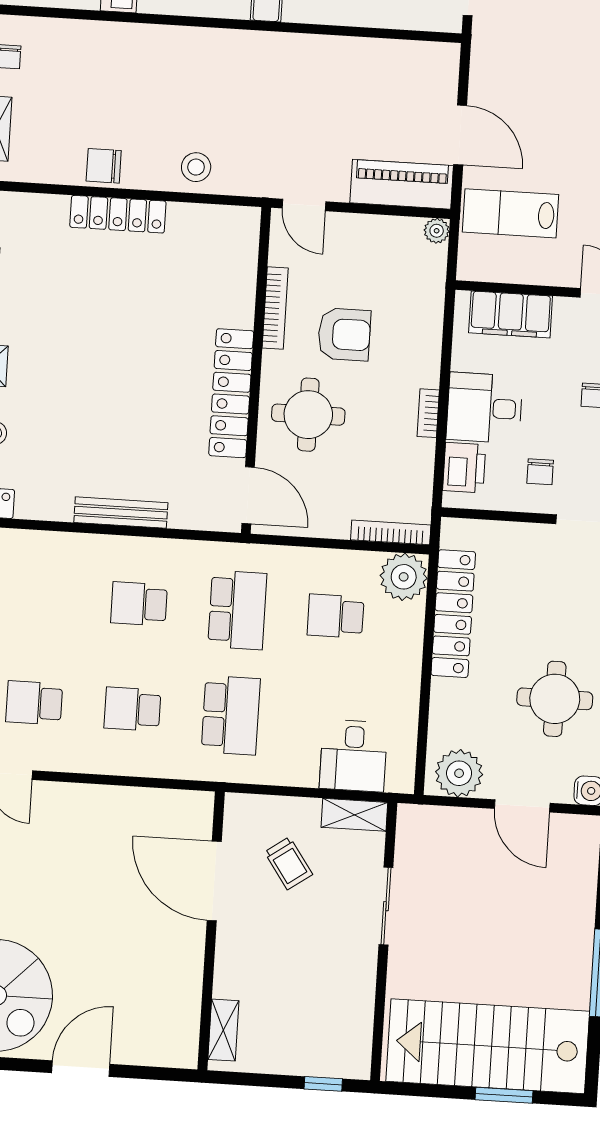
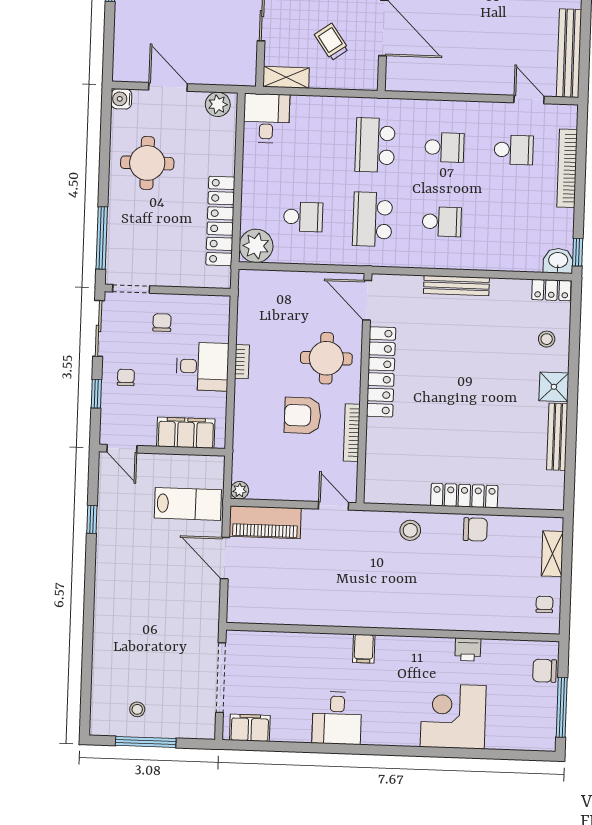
printer: (464, 468) -> (216, 324), removed
bookcase: (391, 532) -> (266, 277), removed
desk: (354, 756) -> (266, 118), moved
plant: (459, 773) -> (218, 104), width x0.73, depth x0.73

